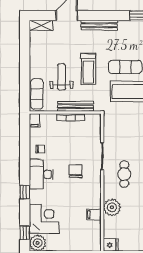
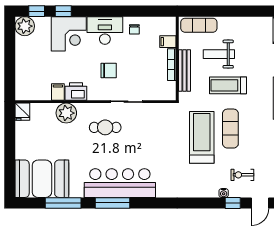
weight bench: (62, 77) -> (219, 54), turned 180
filing cabinet: (35, 121) -> (168, 42), moved
window: (25, 192) -> (63, 11), moved
printer: (93, 199) -> (76, 91), added
corner desk: (44, 219) -> (69, 34), moved

